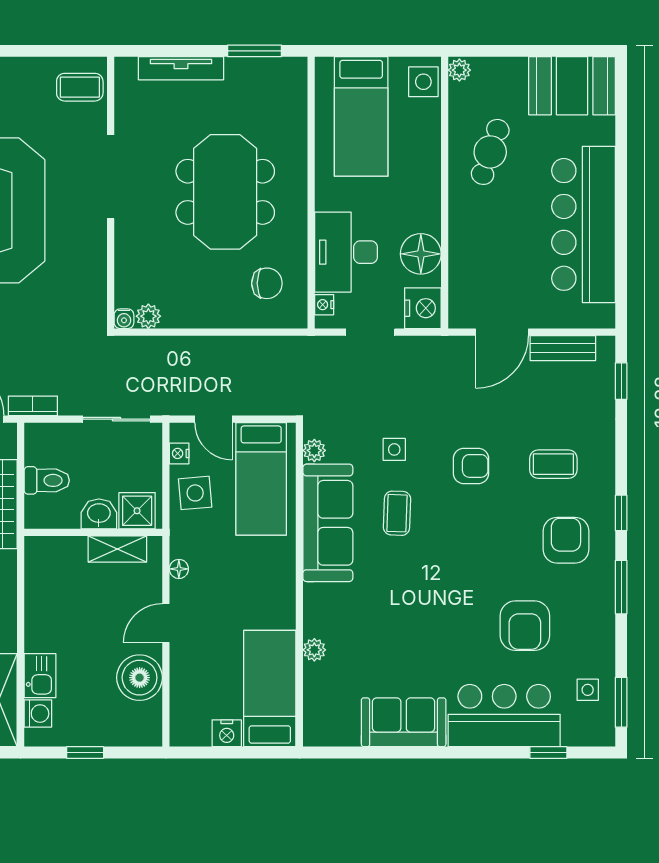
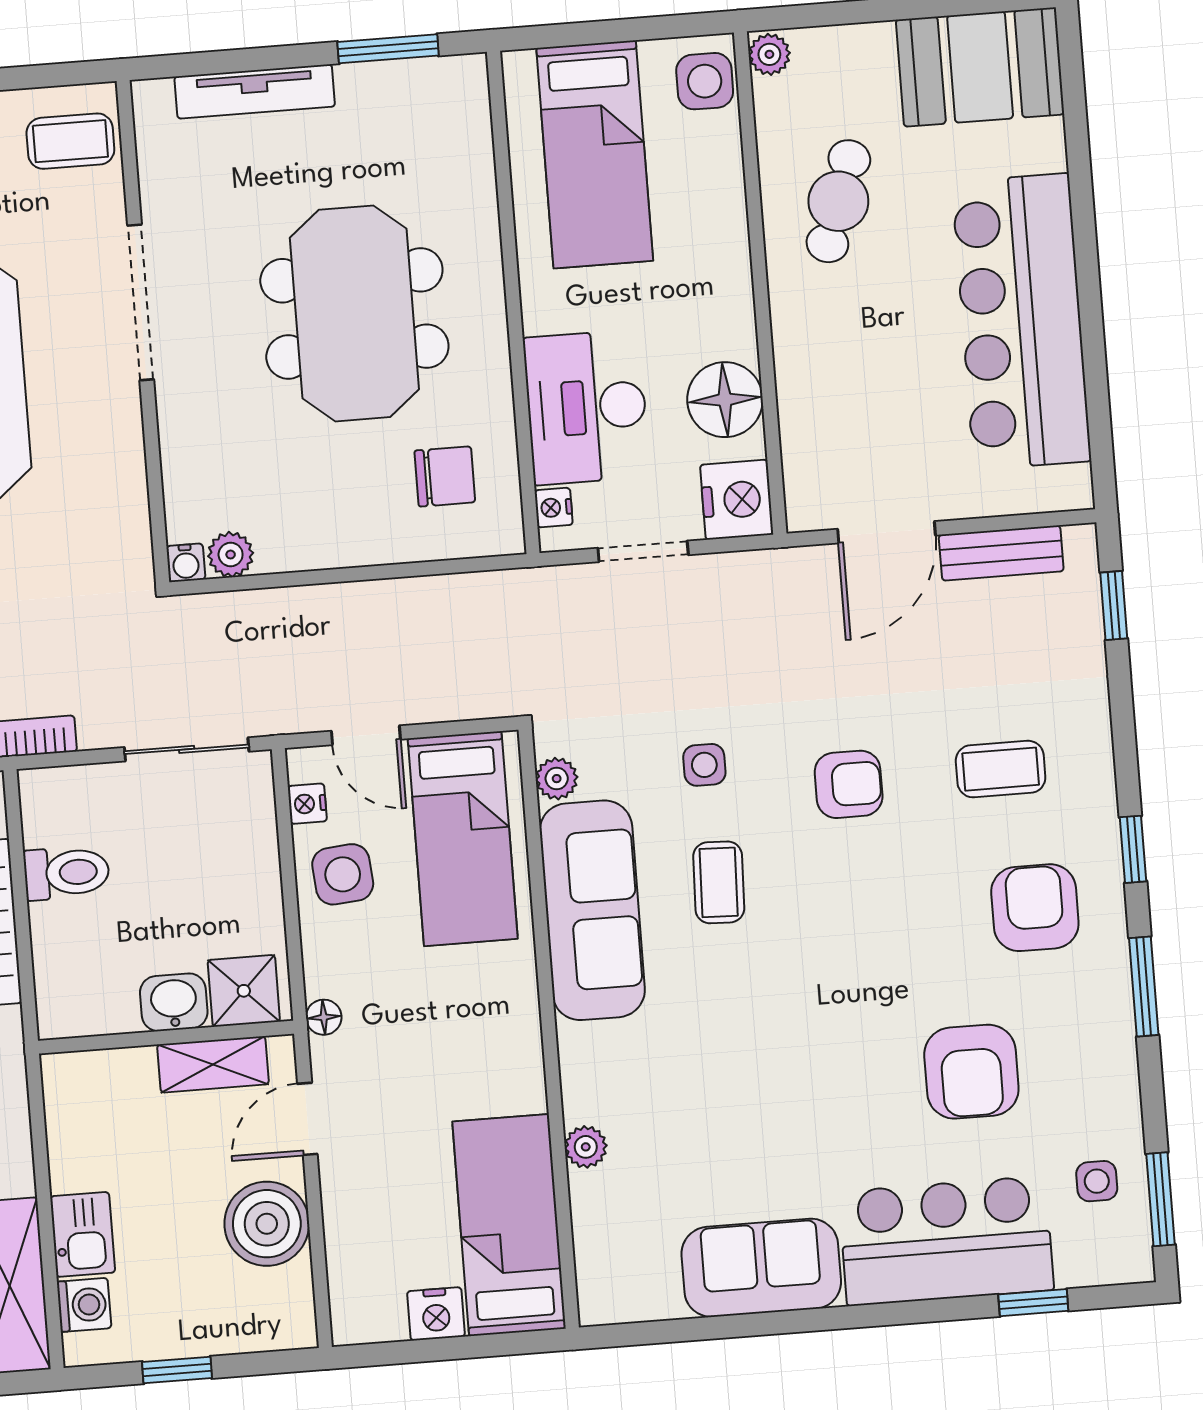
shower: (137, 511) -> (244, 991), moved
washbasin: (99, 514) -> (174, 1002), moved
wall: (93, 532) -> (166, 1037), moved
shelving: (117, 549) -> (213, 1064), moved

